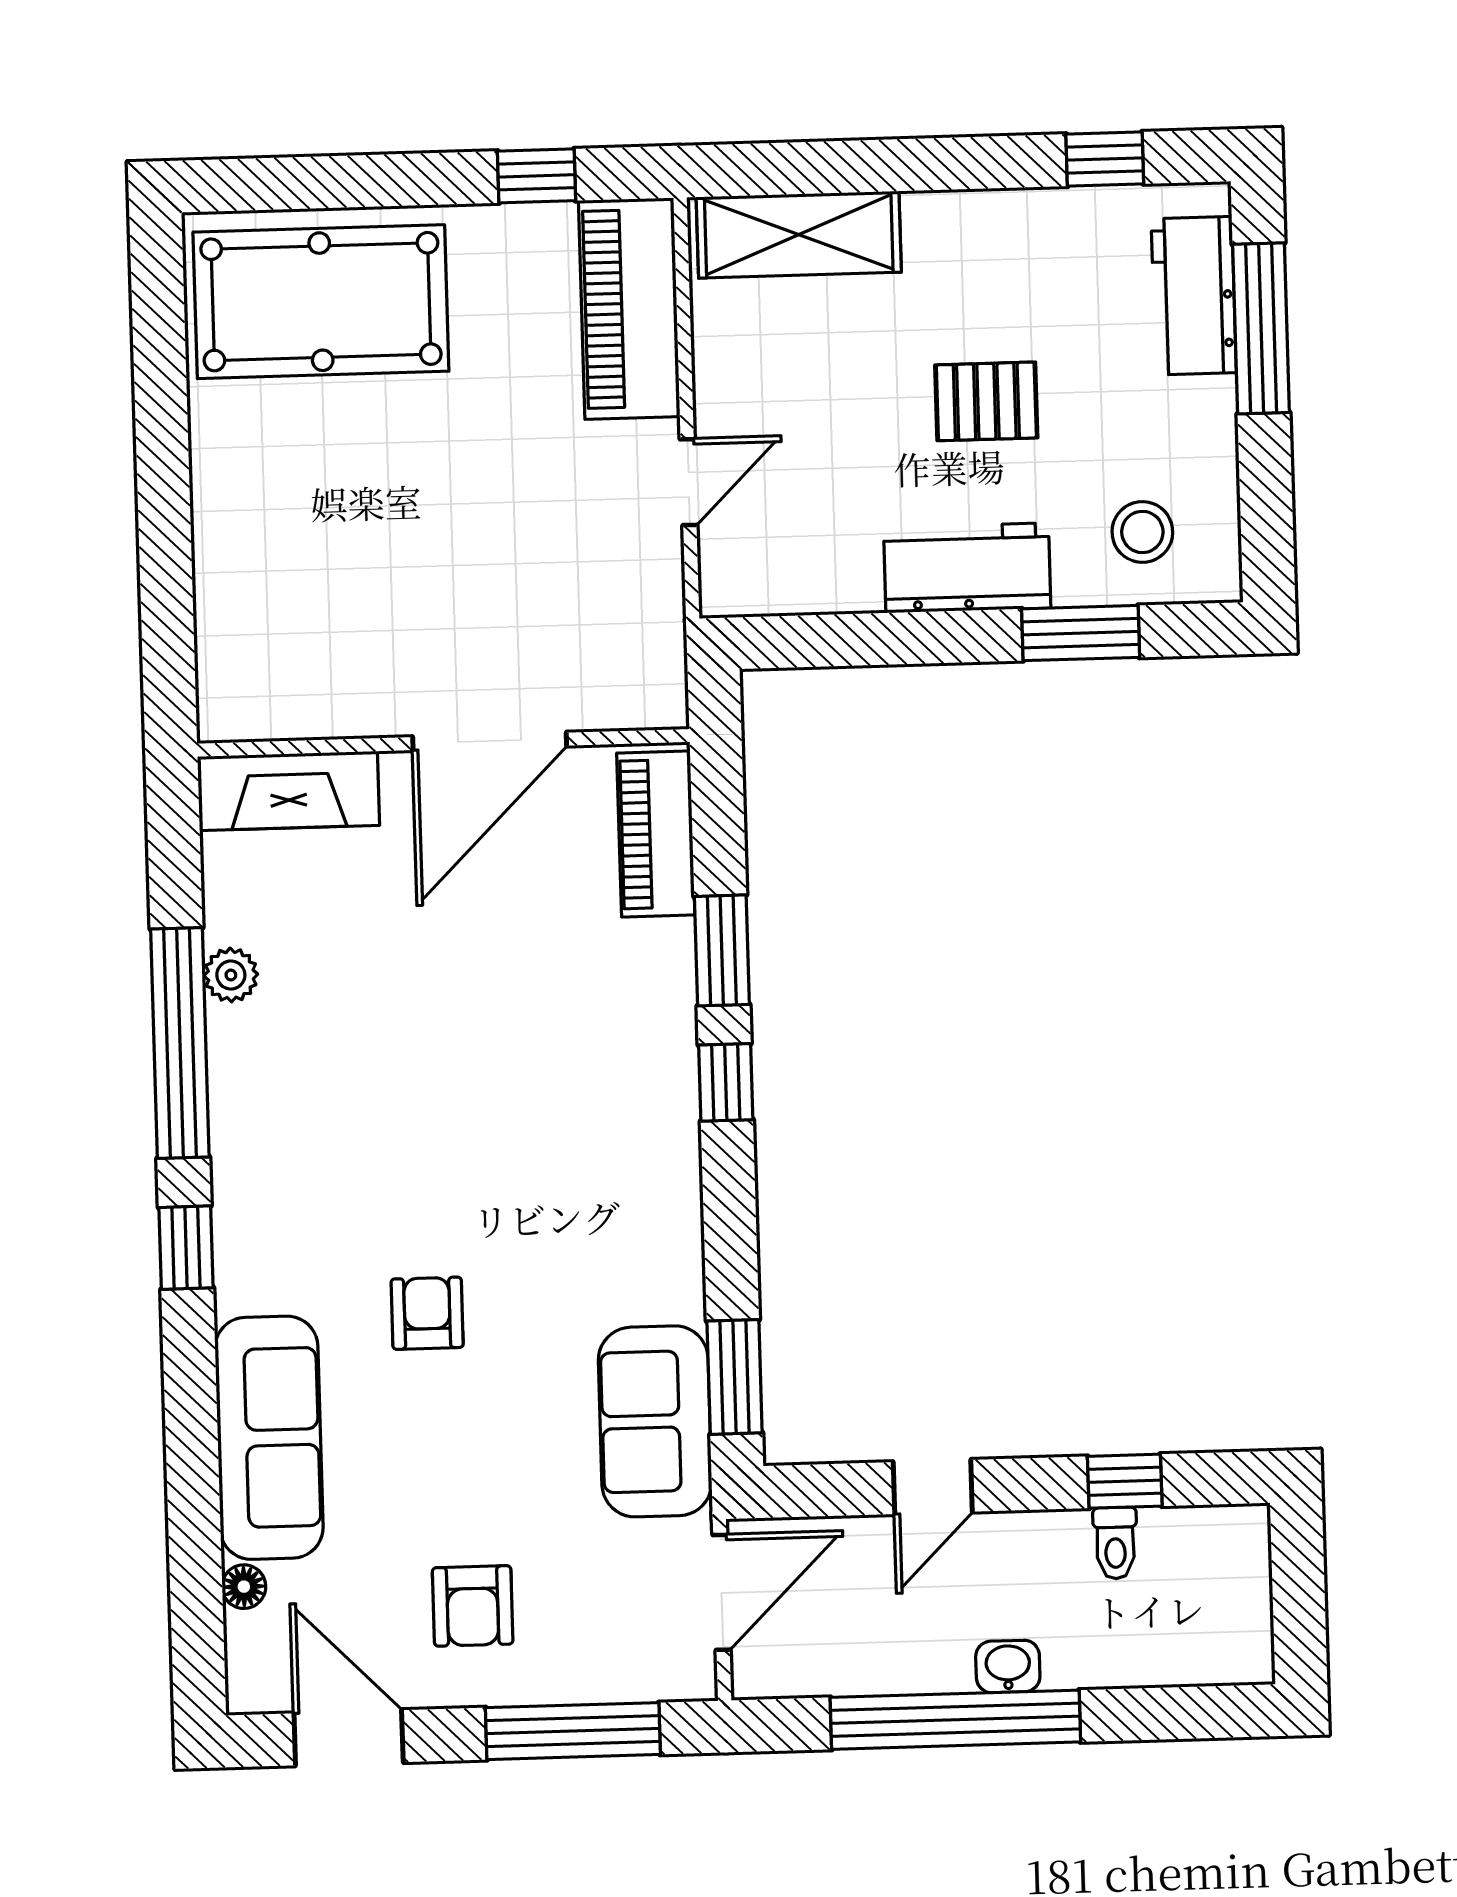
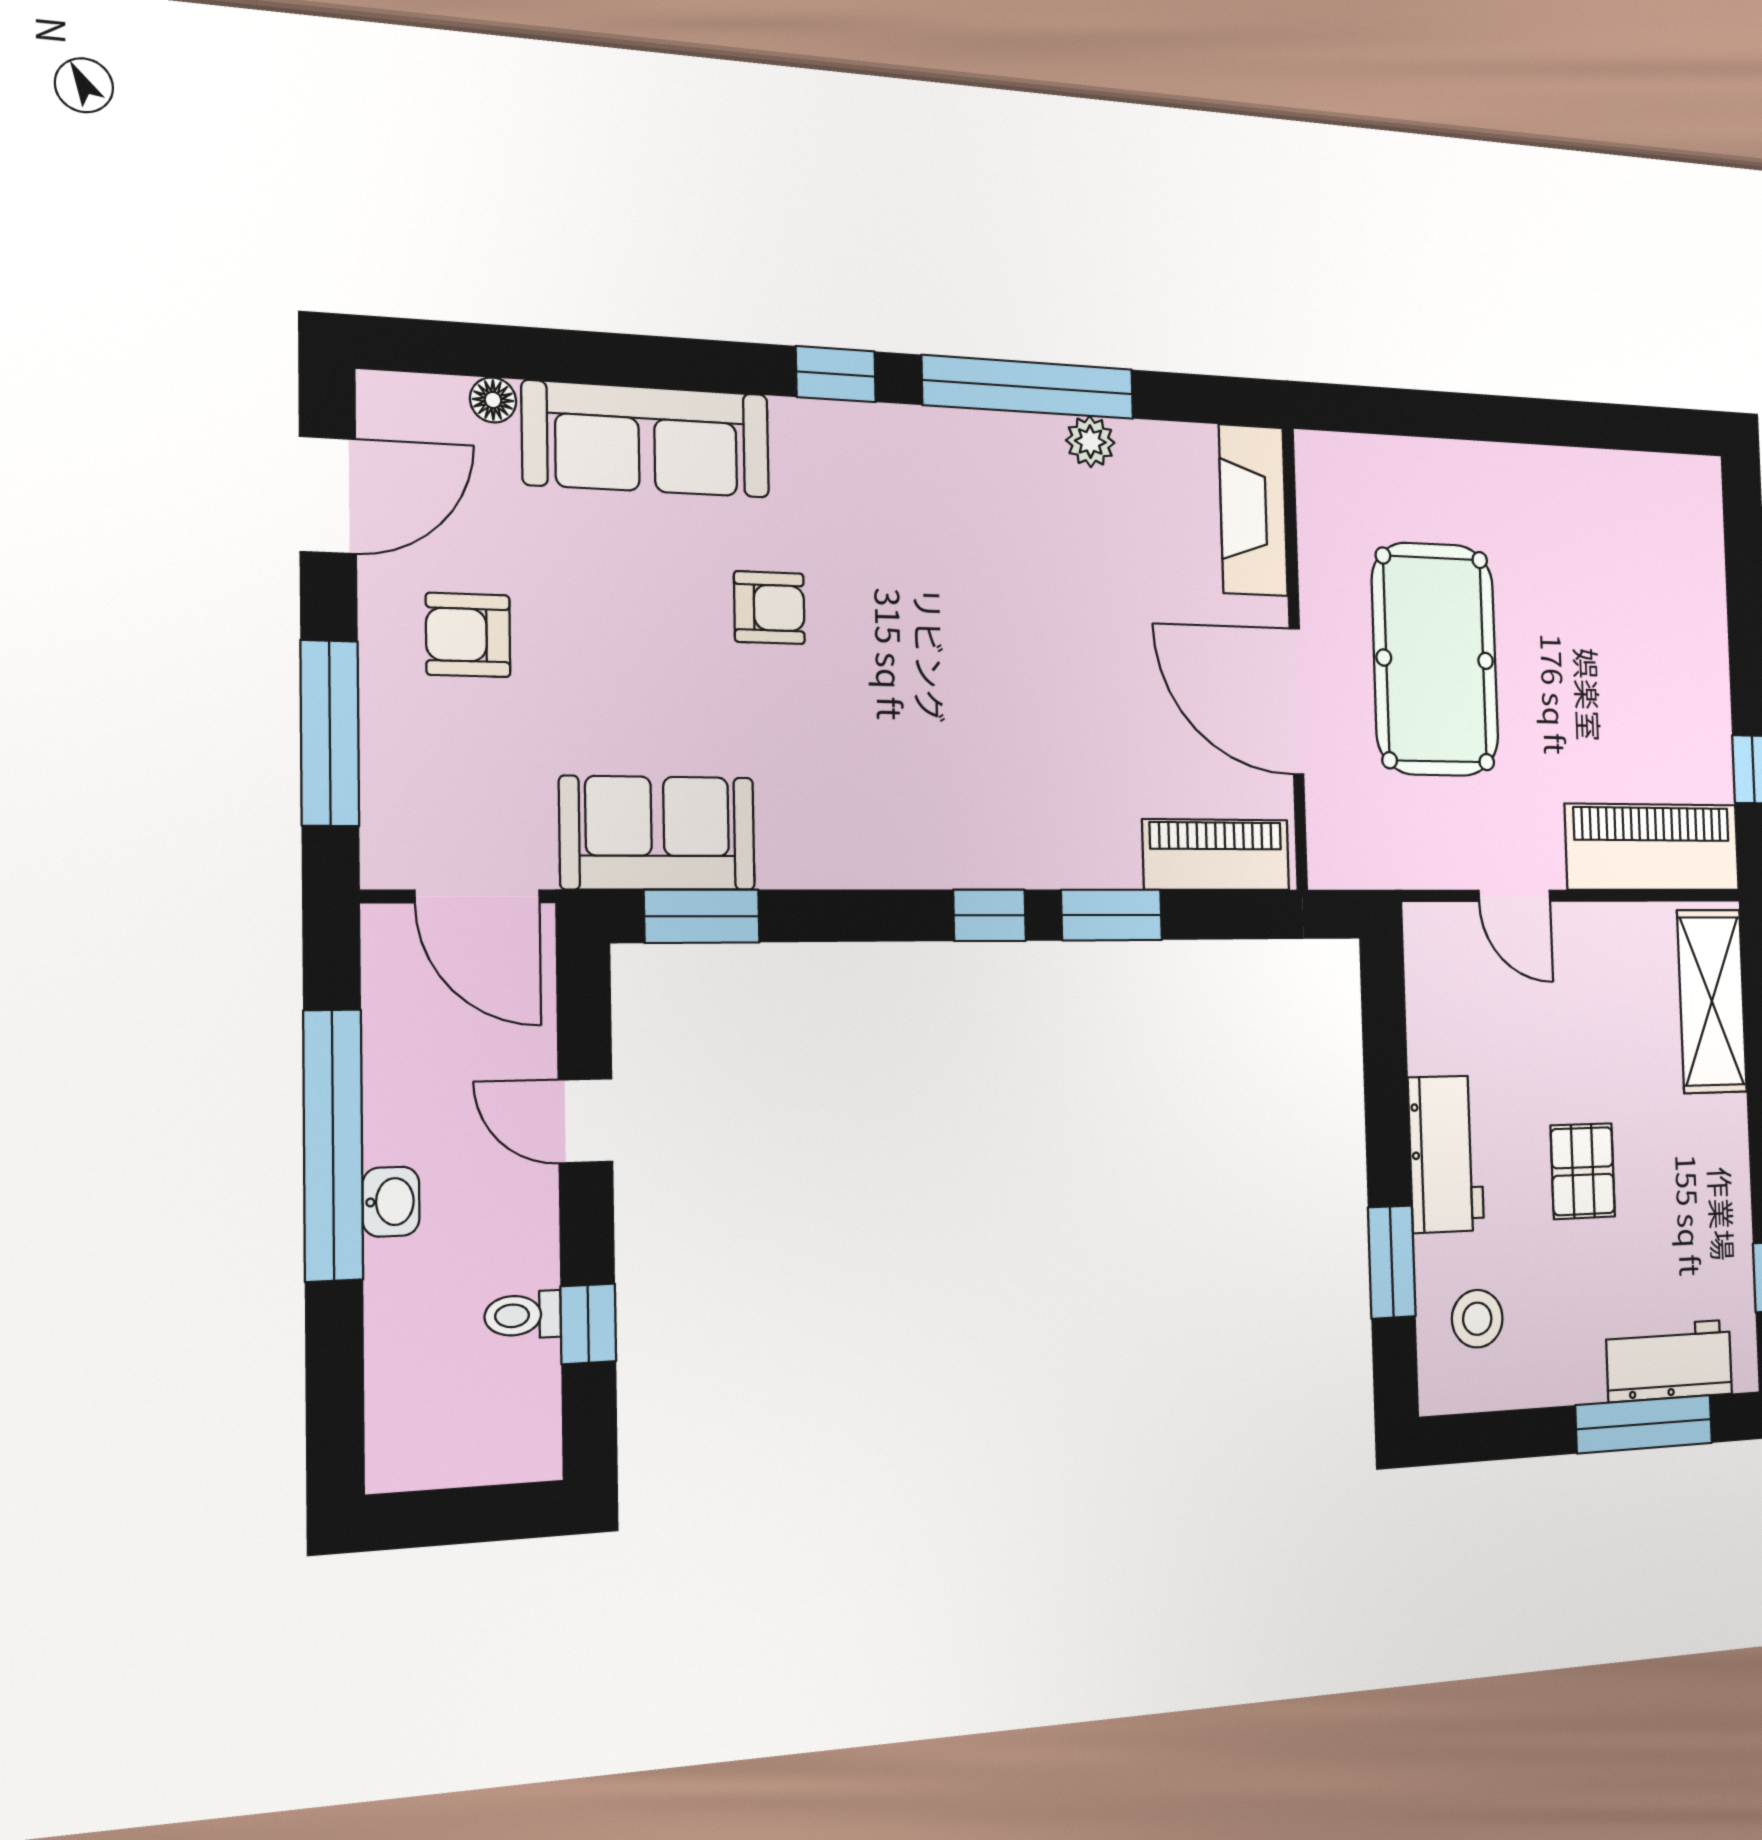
pool table: (321, 302) -> (1435, 659), moved

